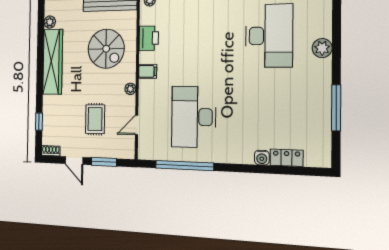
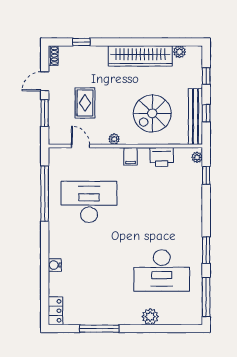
rug: (95, 119) -> (85, 103), turned 90
locker: (287, 158) -> (55, 311), moved

